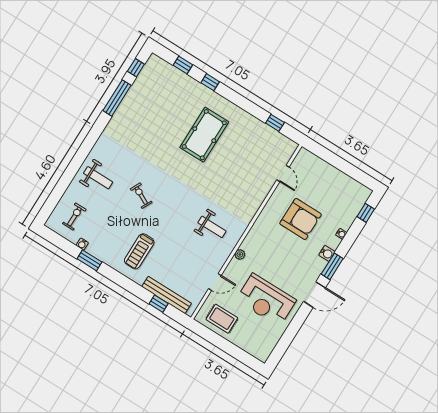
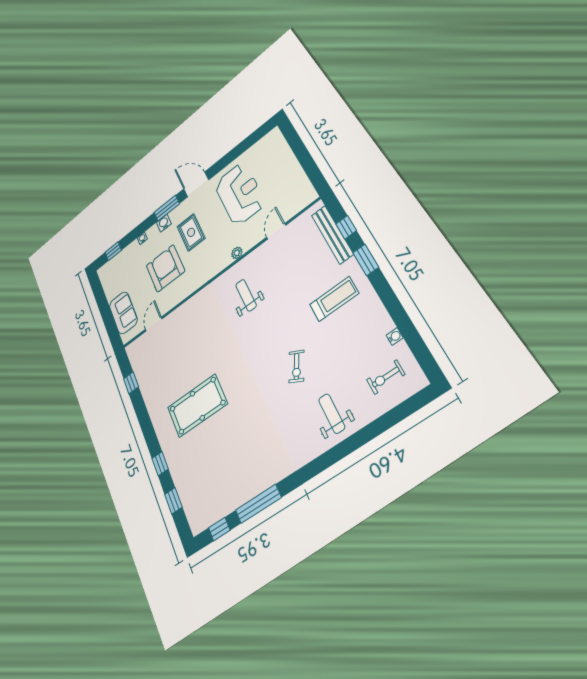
sofa: (320, 170) -> (123, 313), added
window: (90, 260) -> (366, 260), moved
door: (215, 282) -> (276, 231), hinge flipped
rug: (222, 319) -> (191, 232), moved

